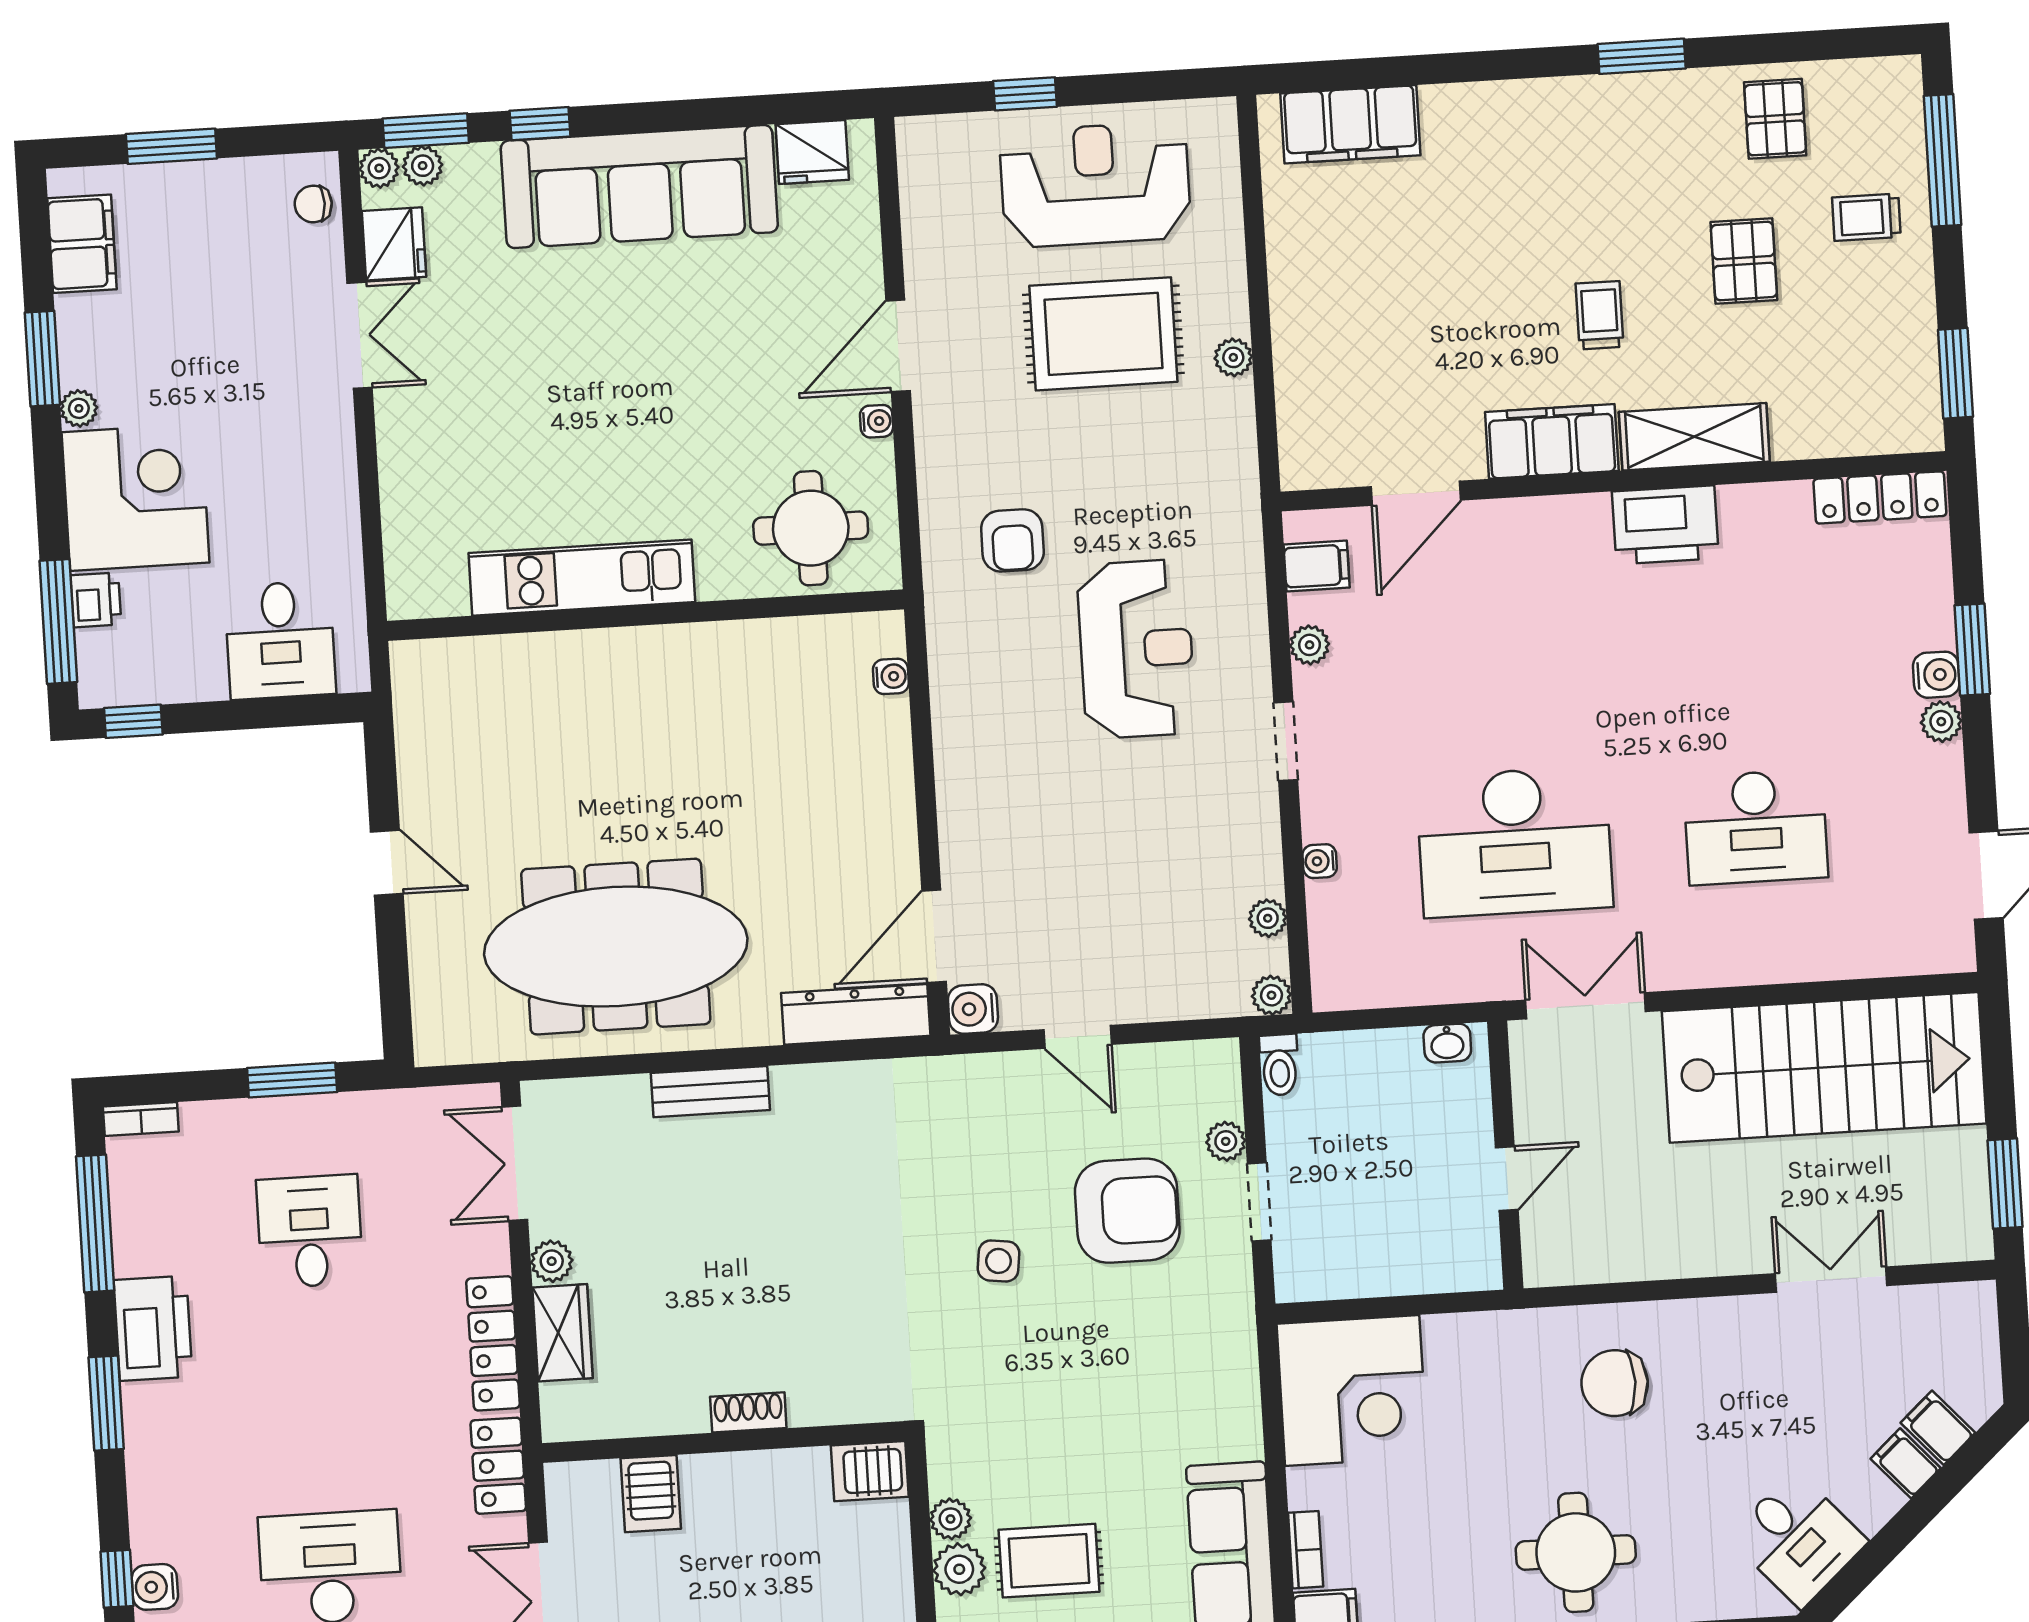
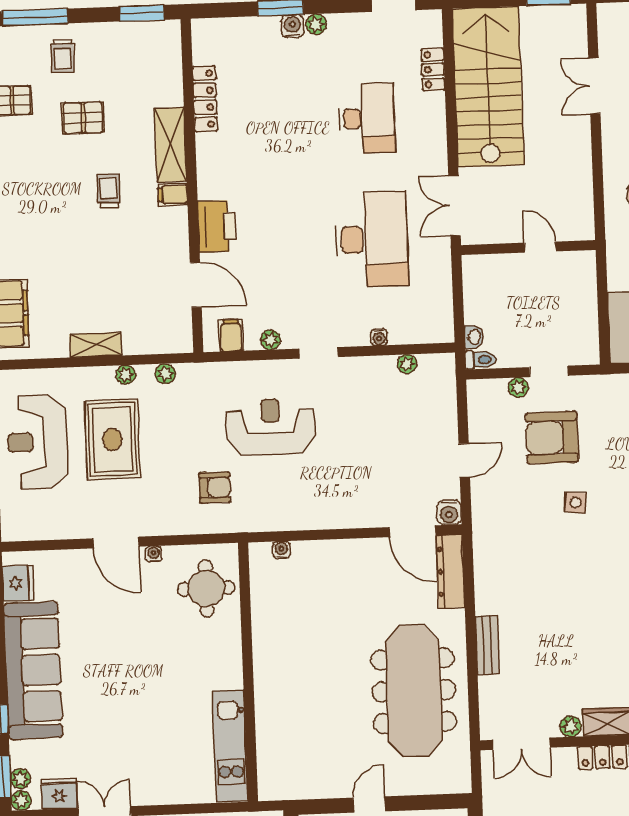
shelving: (1292, 296) -> (96, 345), added
trolley: (1599, 315) -> (109, 191), turned 90
filing cabinet: (1552, 441) -> (173, 194), width x0.33, depth x0.86
locker: (1880, 497) -> (205, 99), moved
printer: (1665, 525) -> (217, 226), moved
kitchen unit: (582, 578) -> (230, 746), moved
locker: (1856, 957) -> (433, 70), added
plant: (1271, 995) -> (165, 374), moved
washbasin: (1447, 1043) -> (474, 337), moved
armchair: (1127, 1211) -> (552, 438), turned -90

